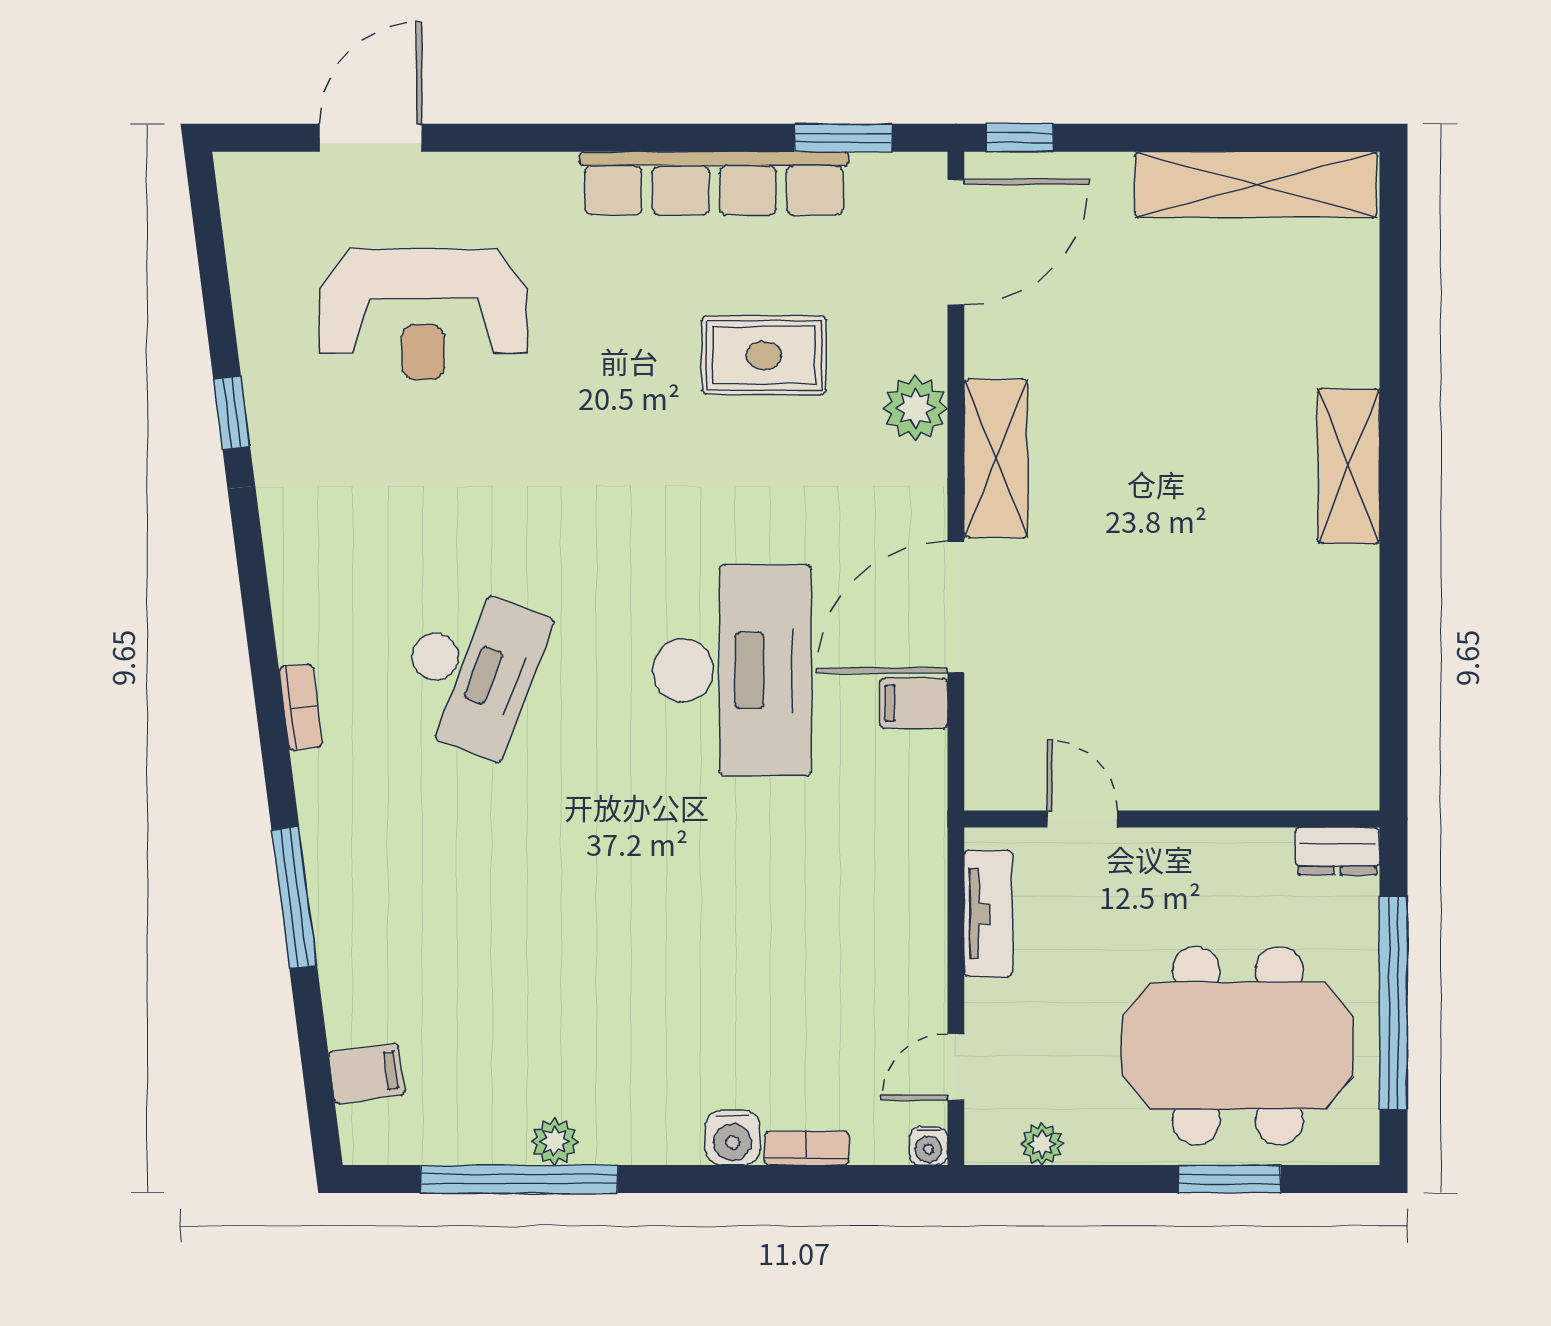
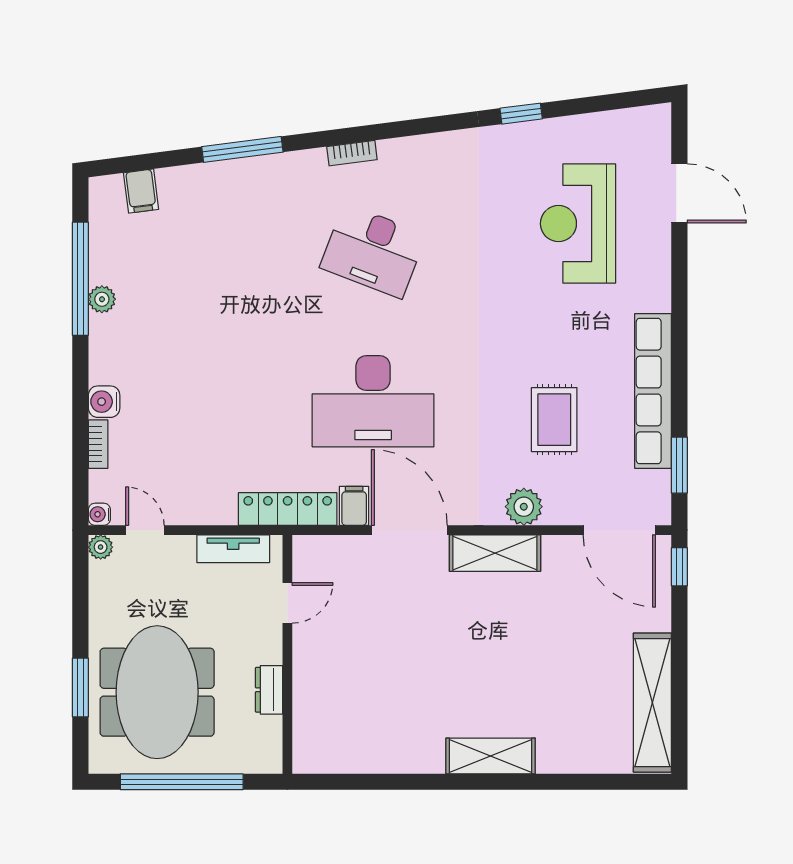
locker: (919, 819) -> (288, 509), added
dresser: (1337, 851) -> (269, 690), moved
plant: (1042, 1144) -> (101, 547), moved

